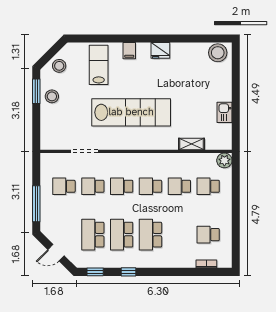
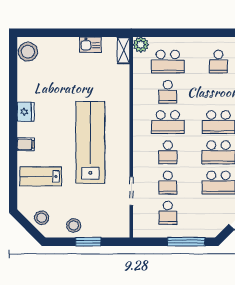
window: (36, 91) -> (88, 242), moved
shelving: (192, 144) -> (124, 50), moved
school desk: (151, 186) -> (168, 122), width x1.85
school desk: (208, 186) -> (168, 62), width x1.85

